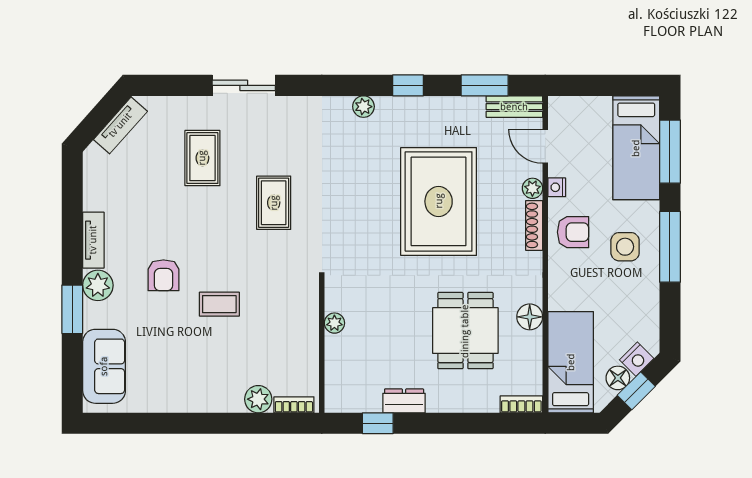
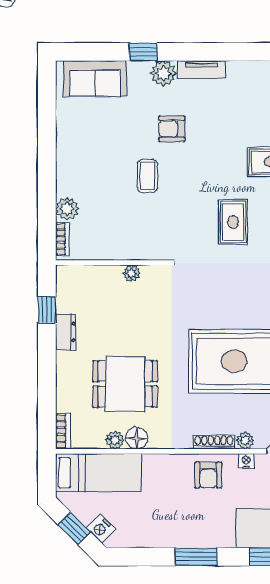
rug: (274, 203) -> (233, 222), turned 90
side table: (625, 247) -> (196, 519), removed
window: (670, 247) -> (196, 557), width x0.69
window: (72, 309) -> (143, 52), width x0.67
plant: (532, 343) -> (115, 440), added
floor lamp: (618, 378) -> (85, 513), removed

